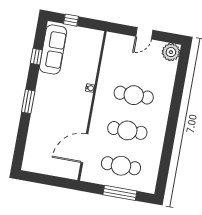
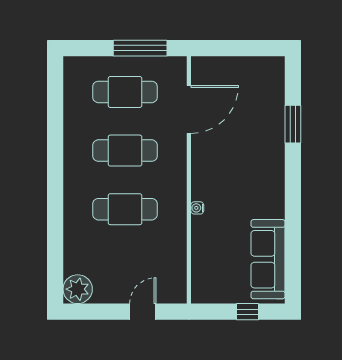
door: (144, 33) -> (143, 312), moved
window: (36, 57) -> (293, 243), removed
window: (28, 102) -> (293, 124), moved
window: (120, 193) -> (140, 48), moved

